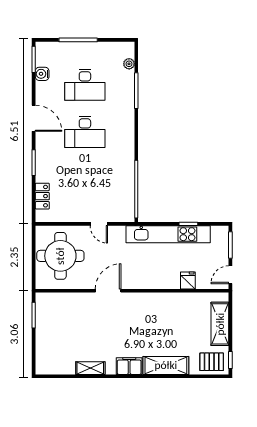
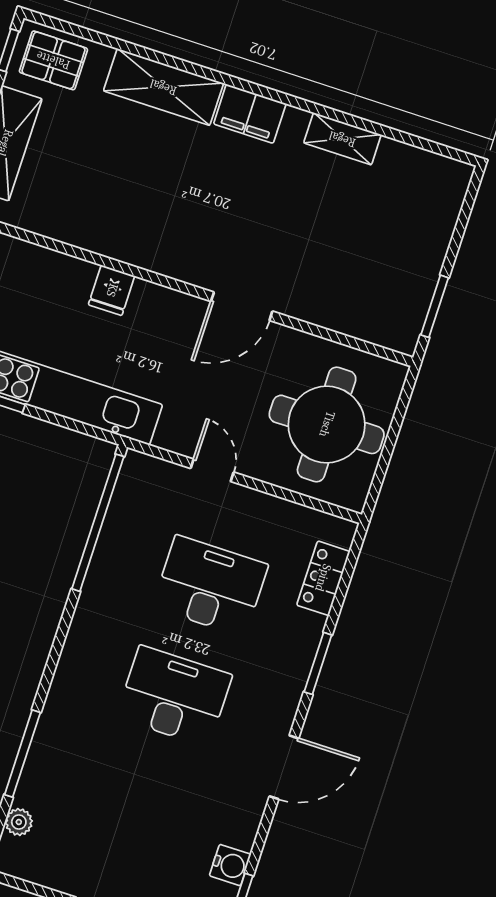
desk: (85, 85) -> (210, 586), moved
door: (34, 118) -> (284, 767), swing flipped
fridge: (188, 281) -> (112, 290), moved

